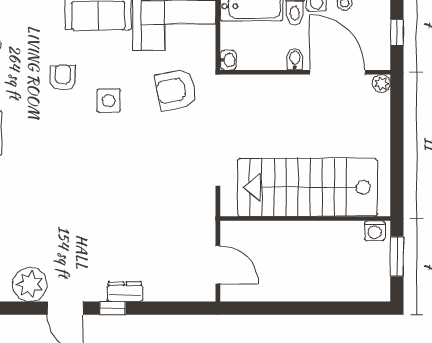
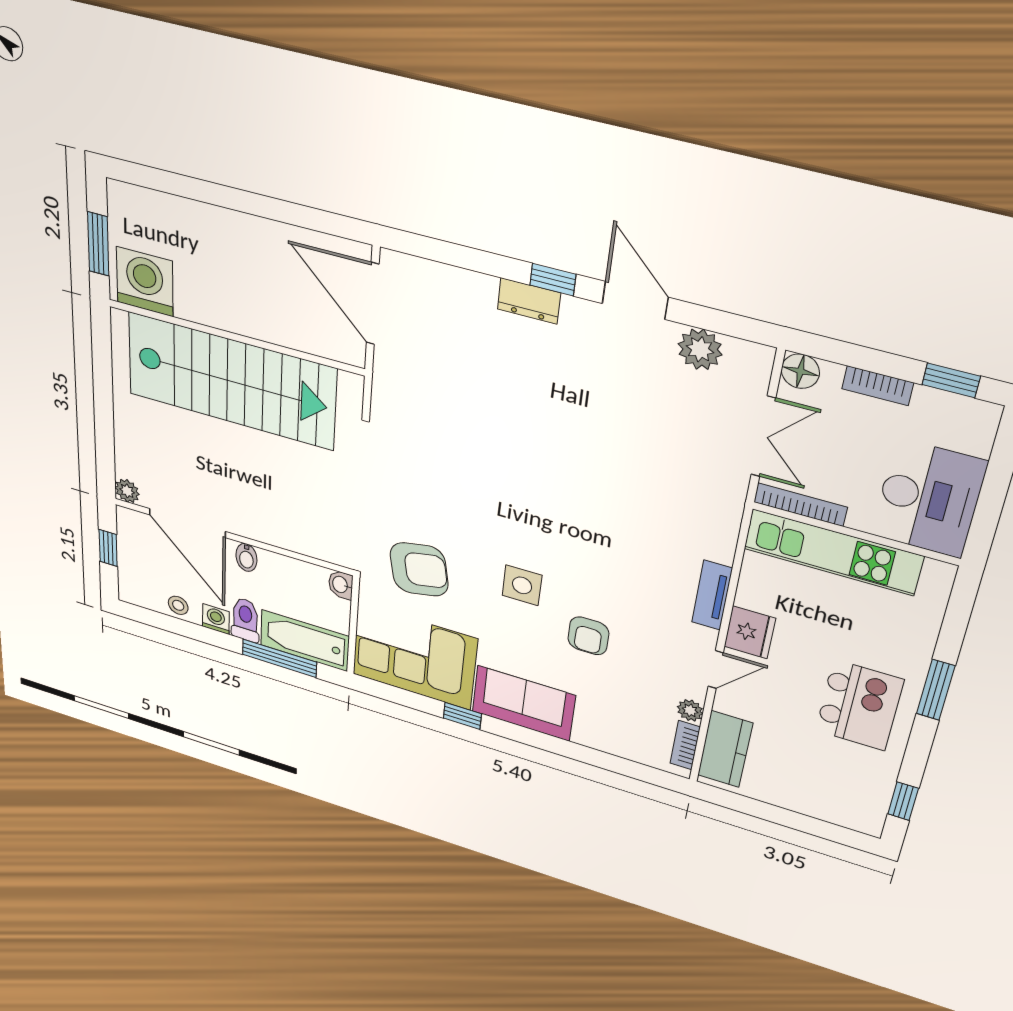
washing machine: (375, 231) -> (145, 282), width x1.89, depth x1.89
door: (218, 265) -> (373, 304), width x1.36
plant: (30, 284) -> (700, 349), width x0.73, depth x0.73

